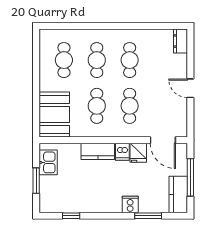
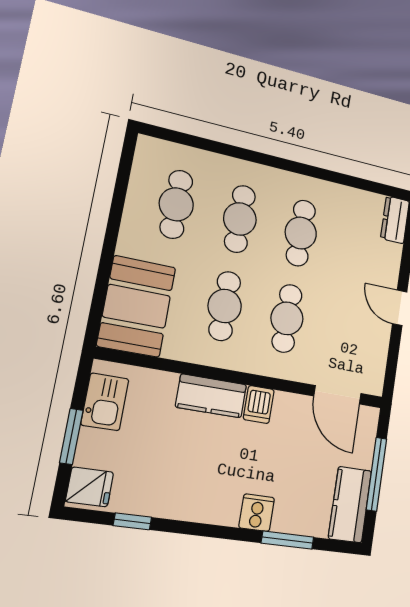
fridge: (138, 153) -> (90, 487), moved, turned -90

